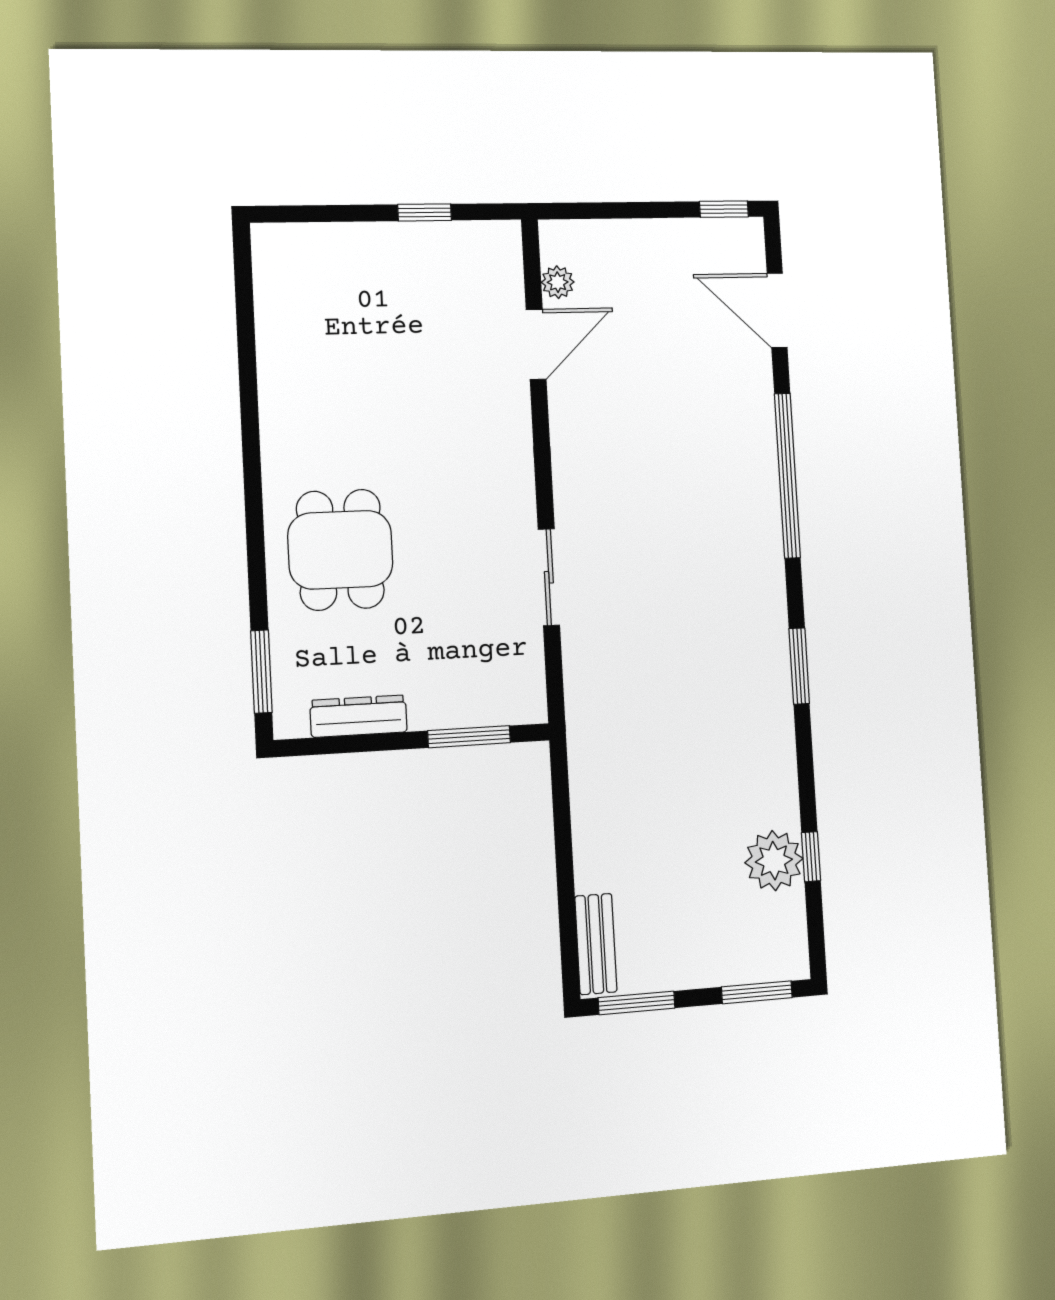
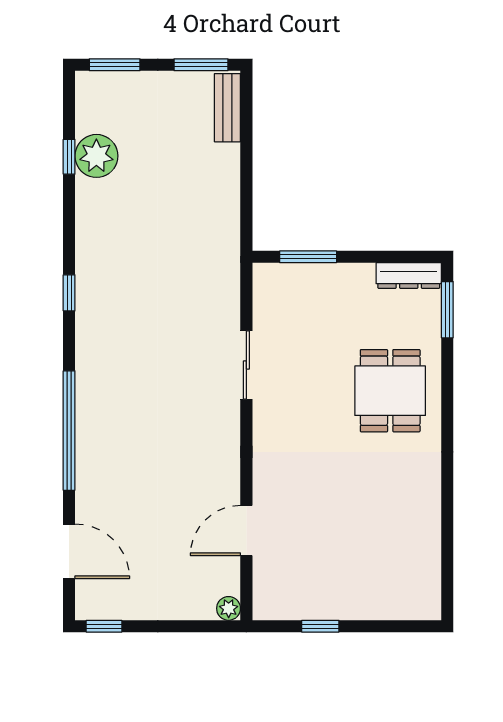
plant: (558, 282) -> (229, 608), moved
window: (799, 666) -> (69, 293), width x0.67
dresser: (359, 716) -> (409, 275), moved

